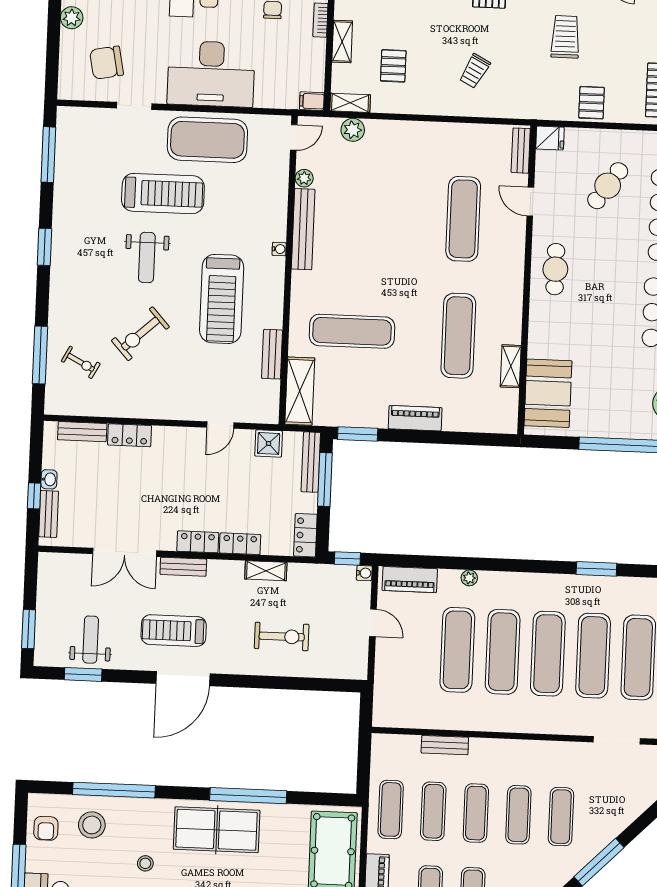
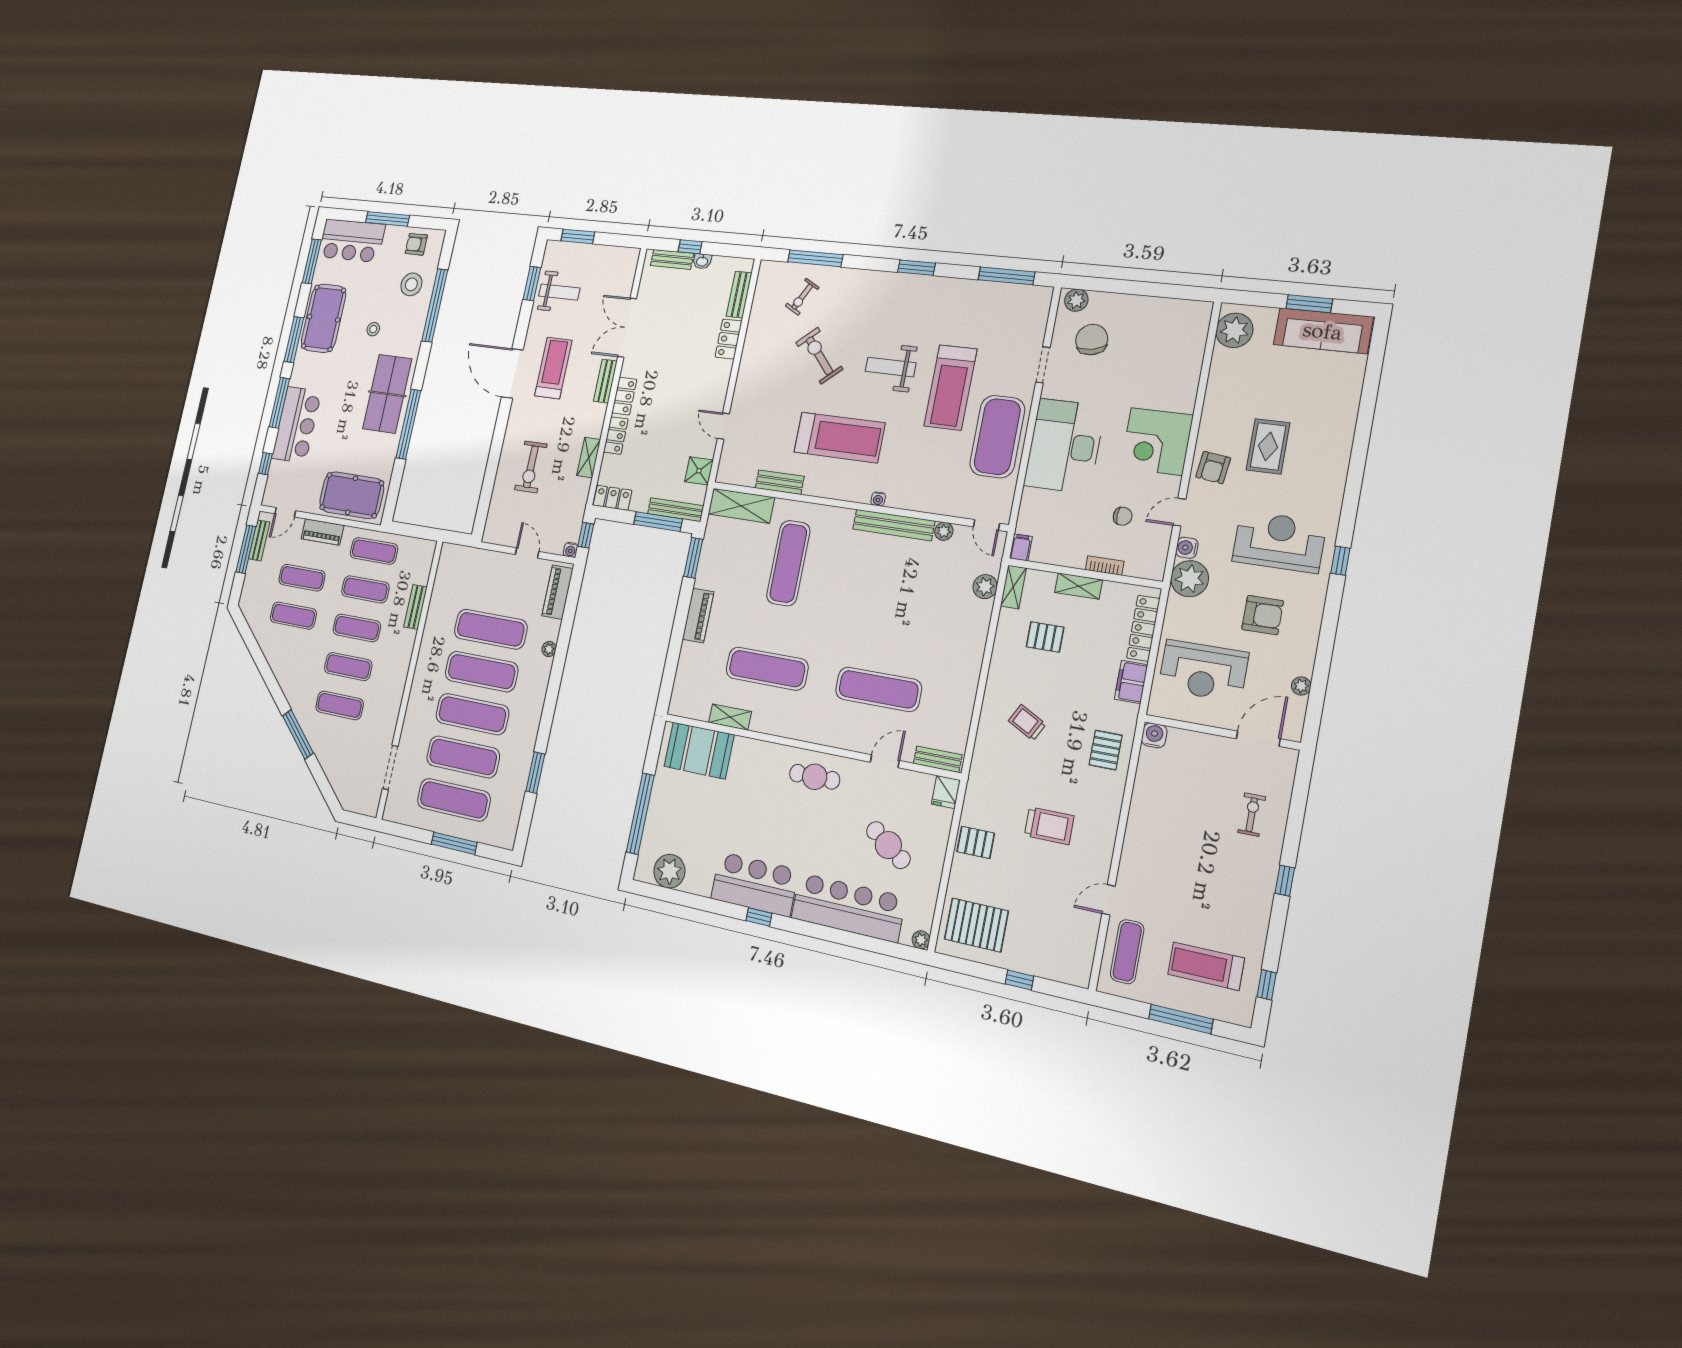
plant: (72, 18) -> (1076, 300), moved
treadmill: (222, 299) -> (839, 437), turned 180
door: (373, 623) -> (527, 553), swing flipped

